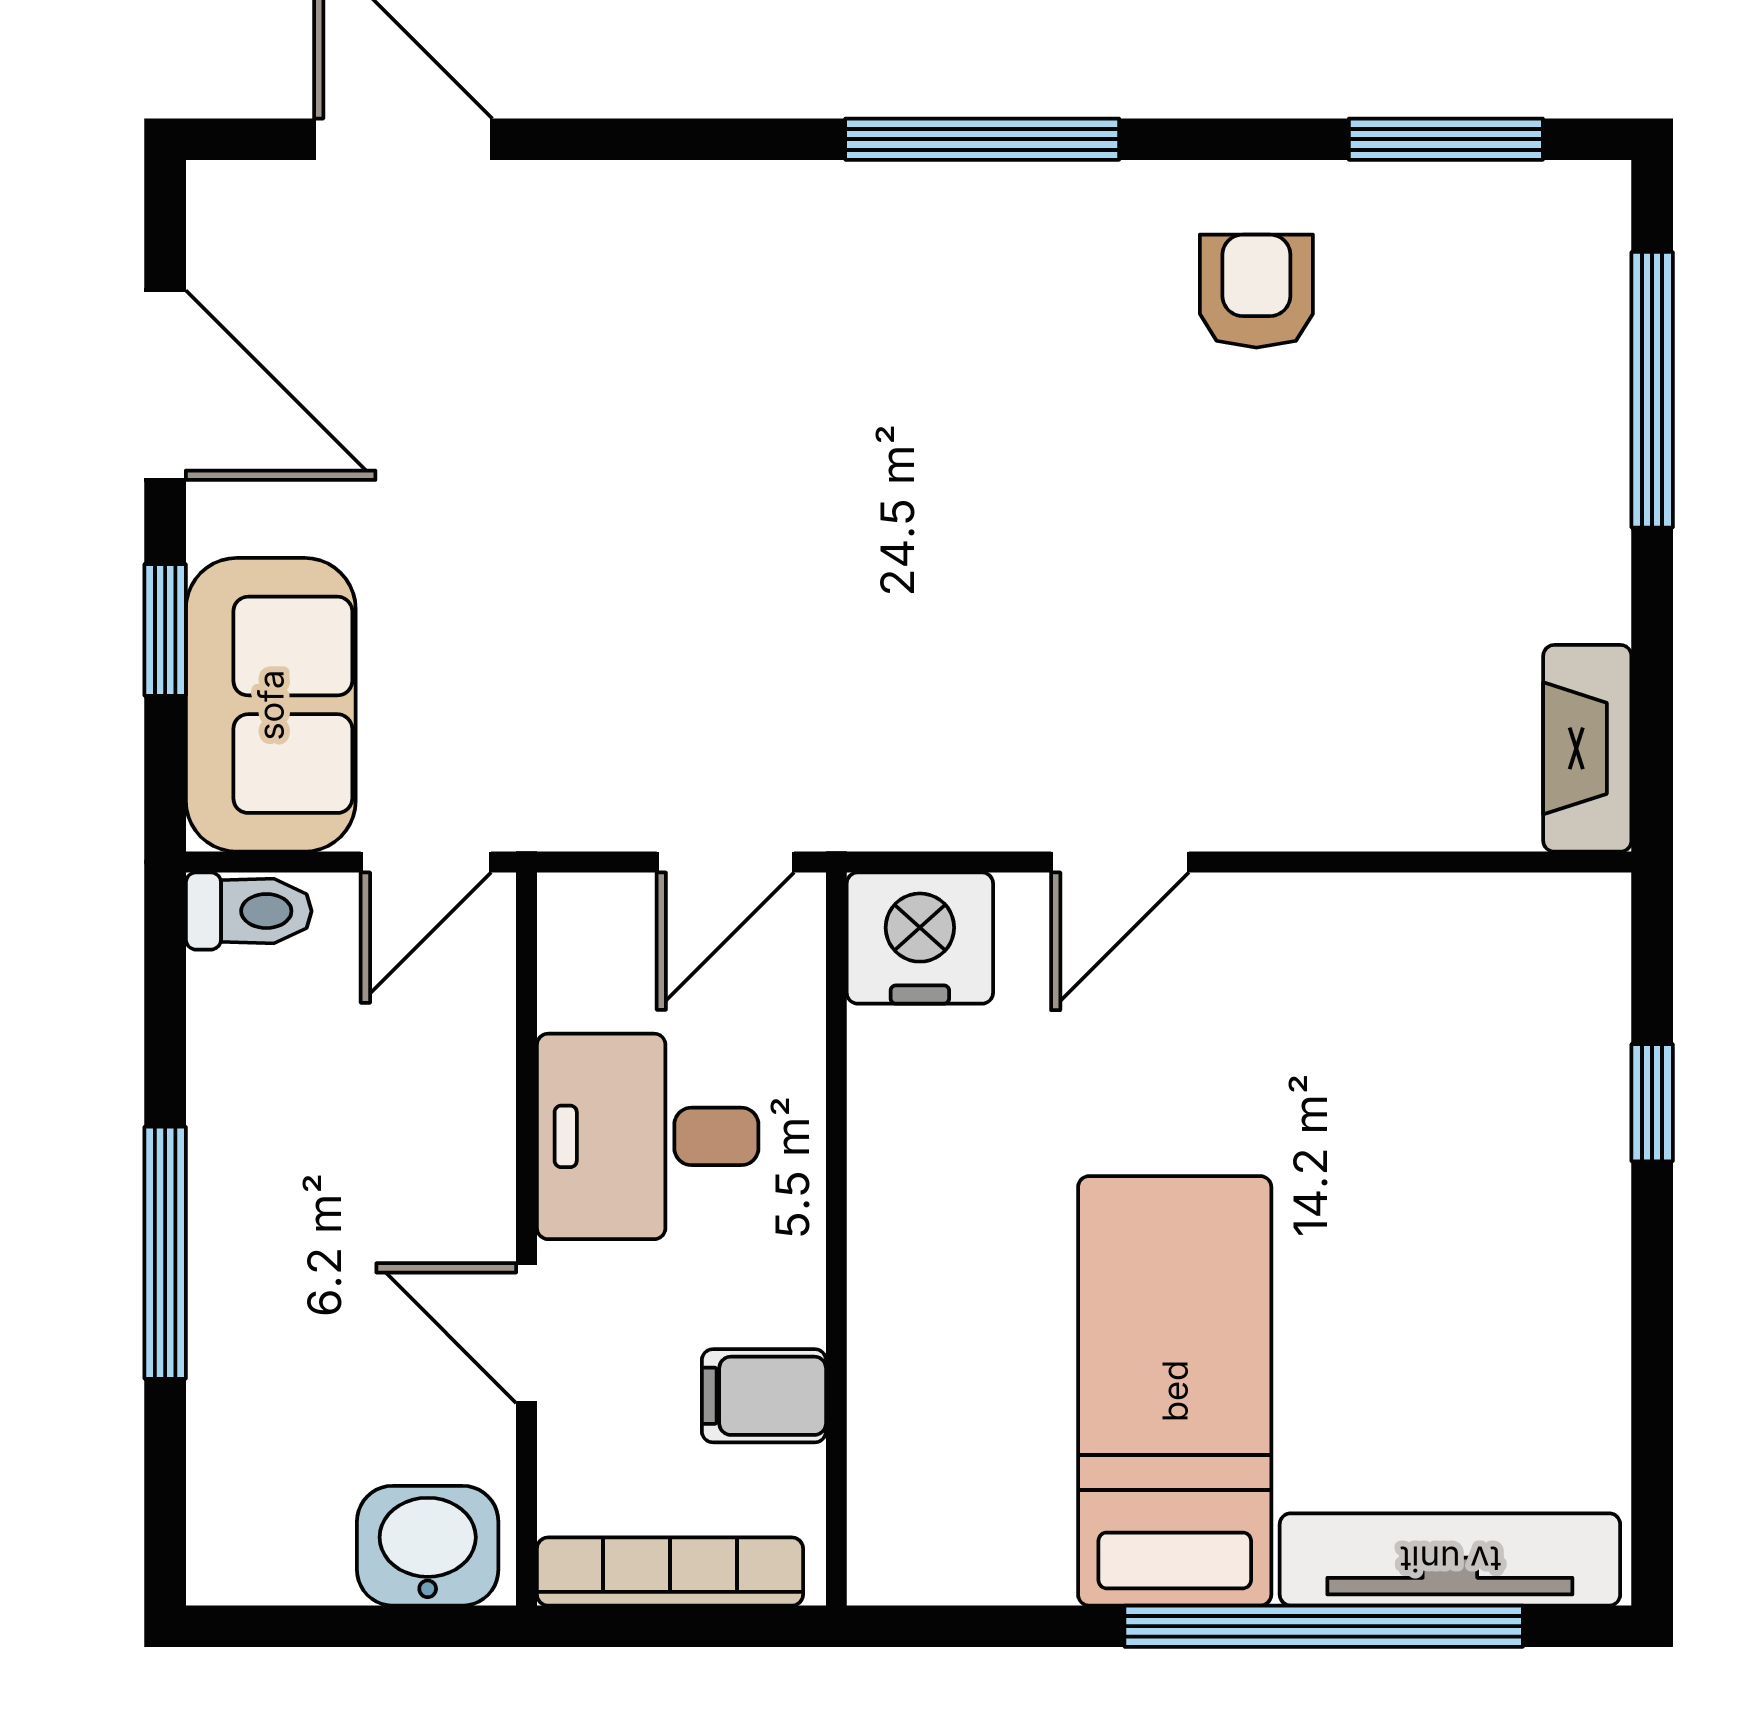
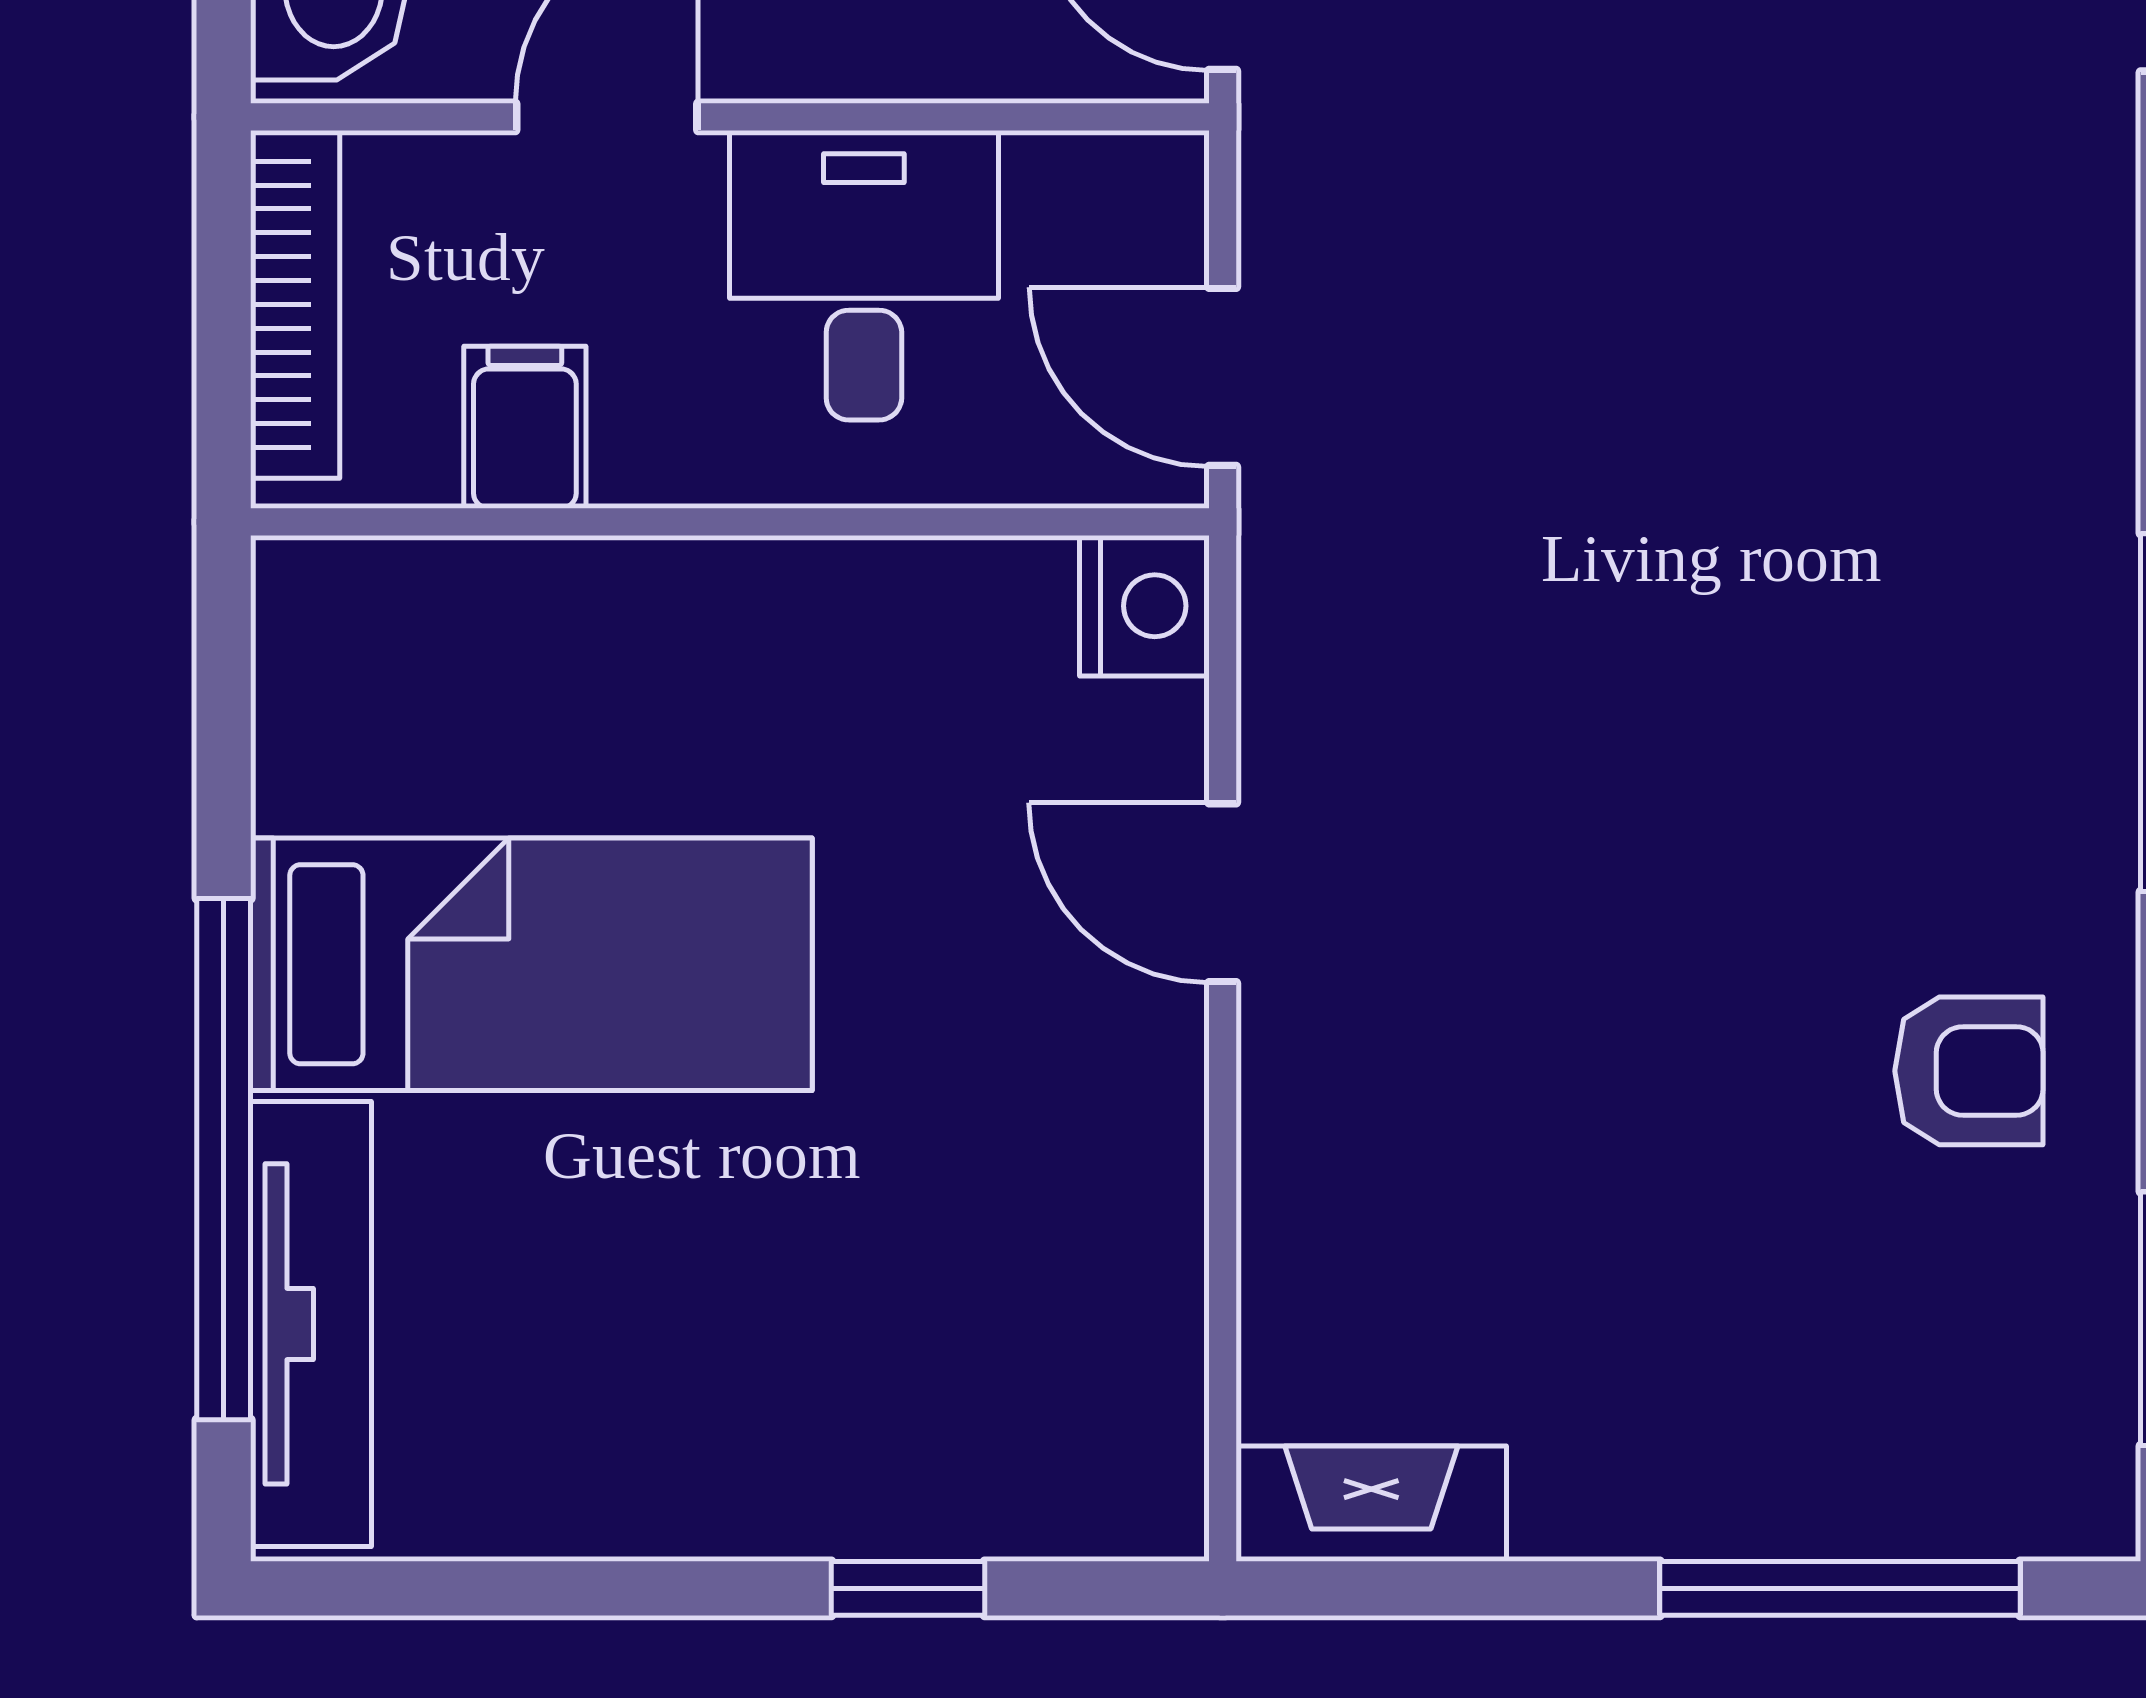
nightstand: (920, 938) -> (1144, 606), width x0.74, depth x0.75

